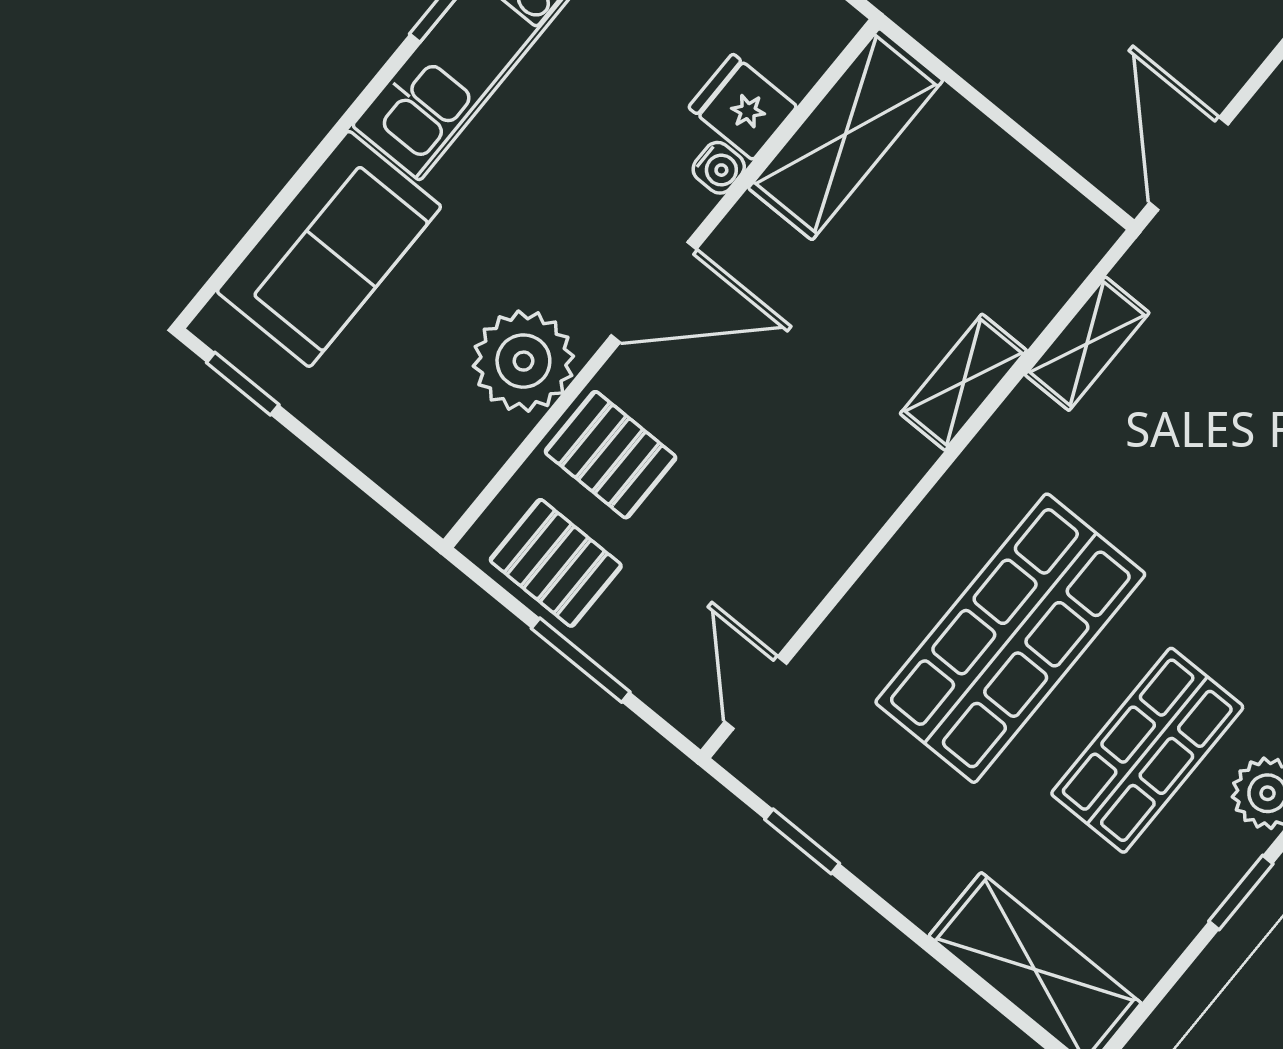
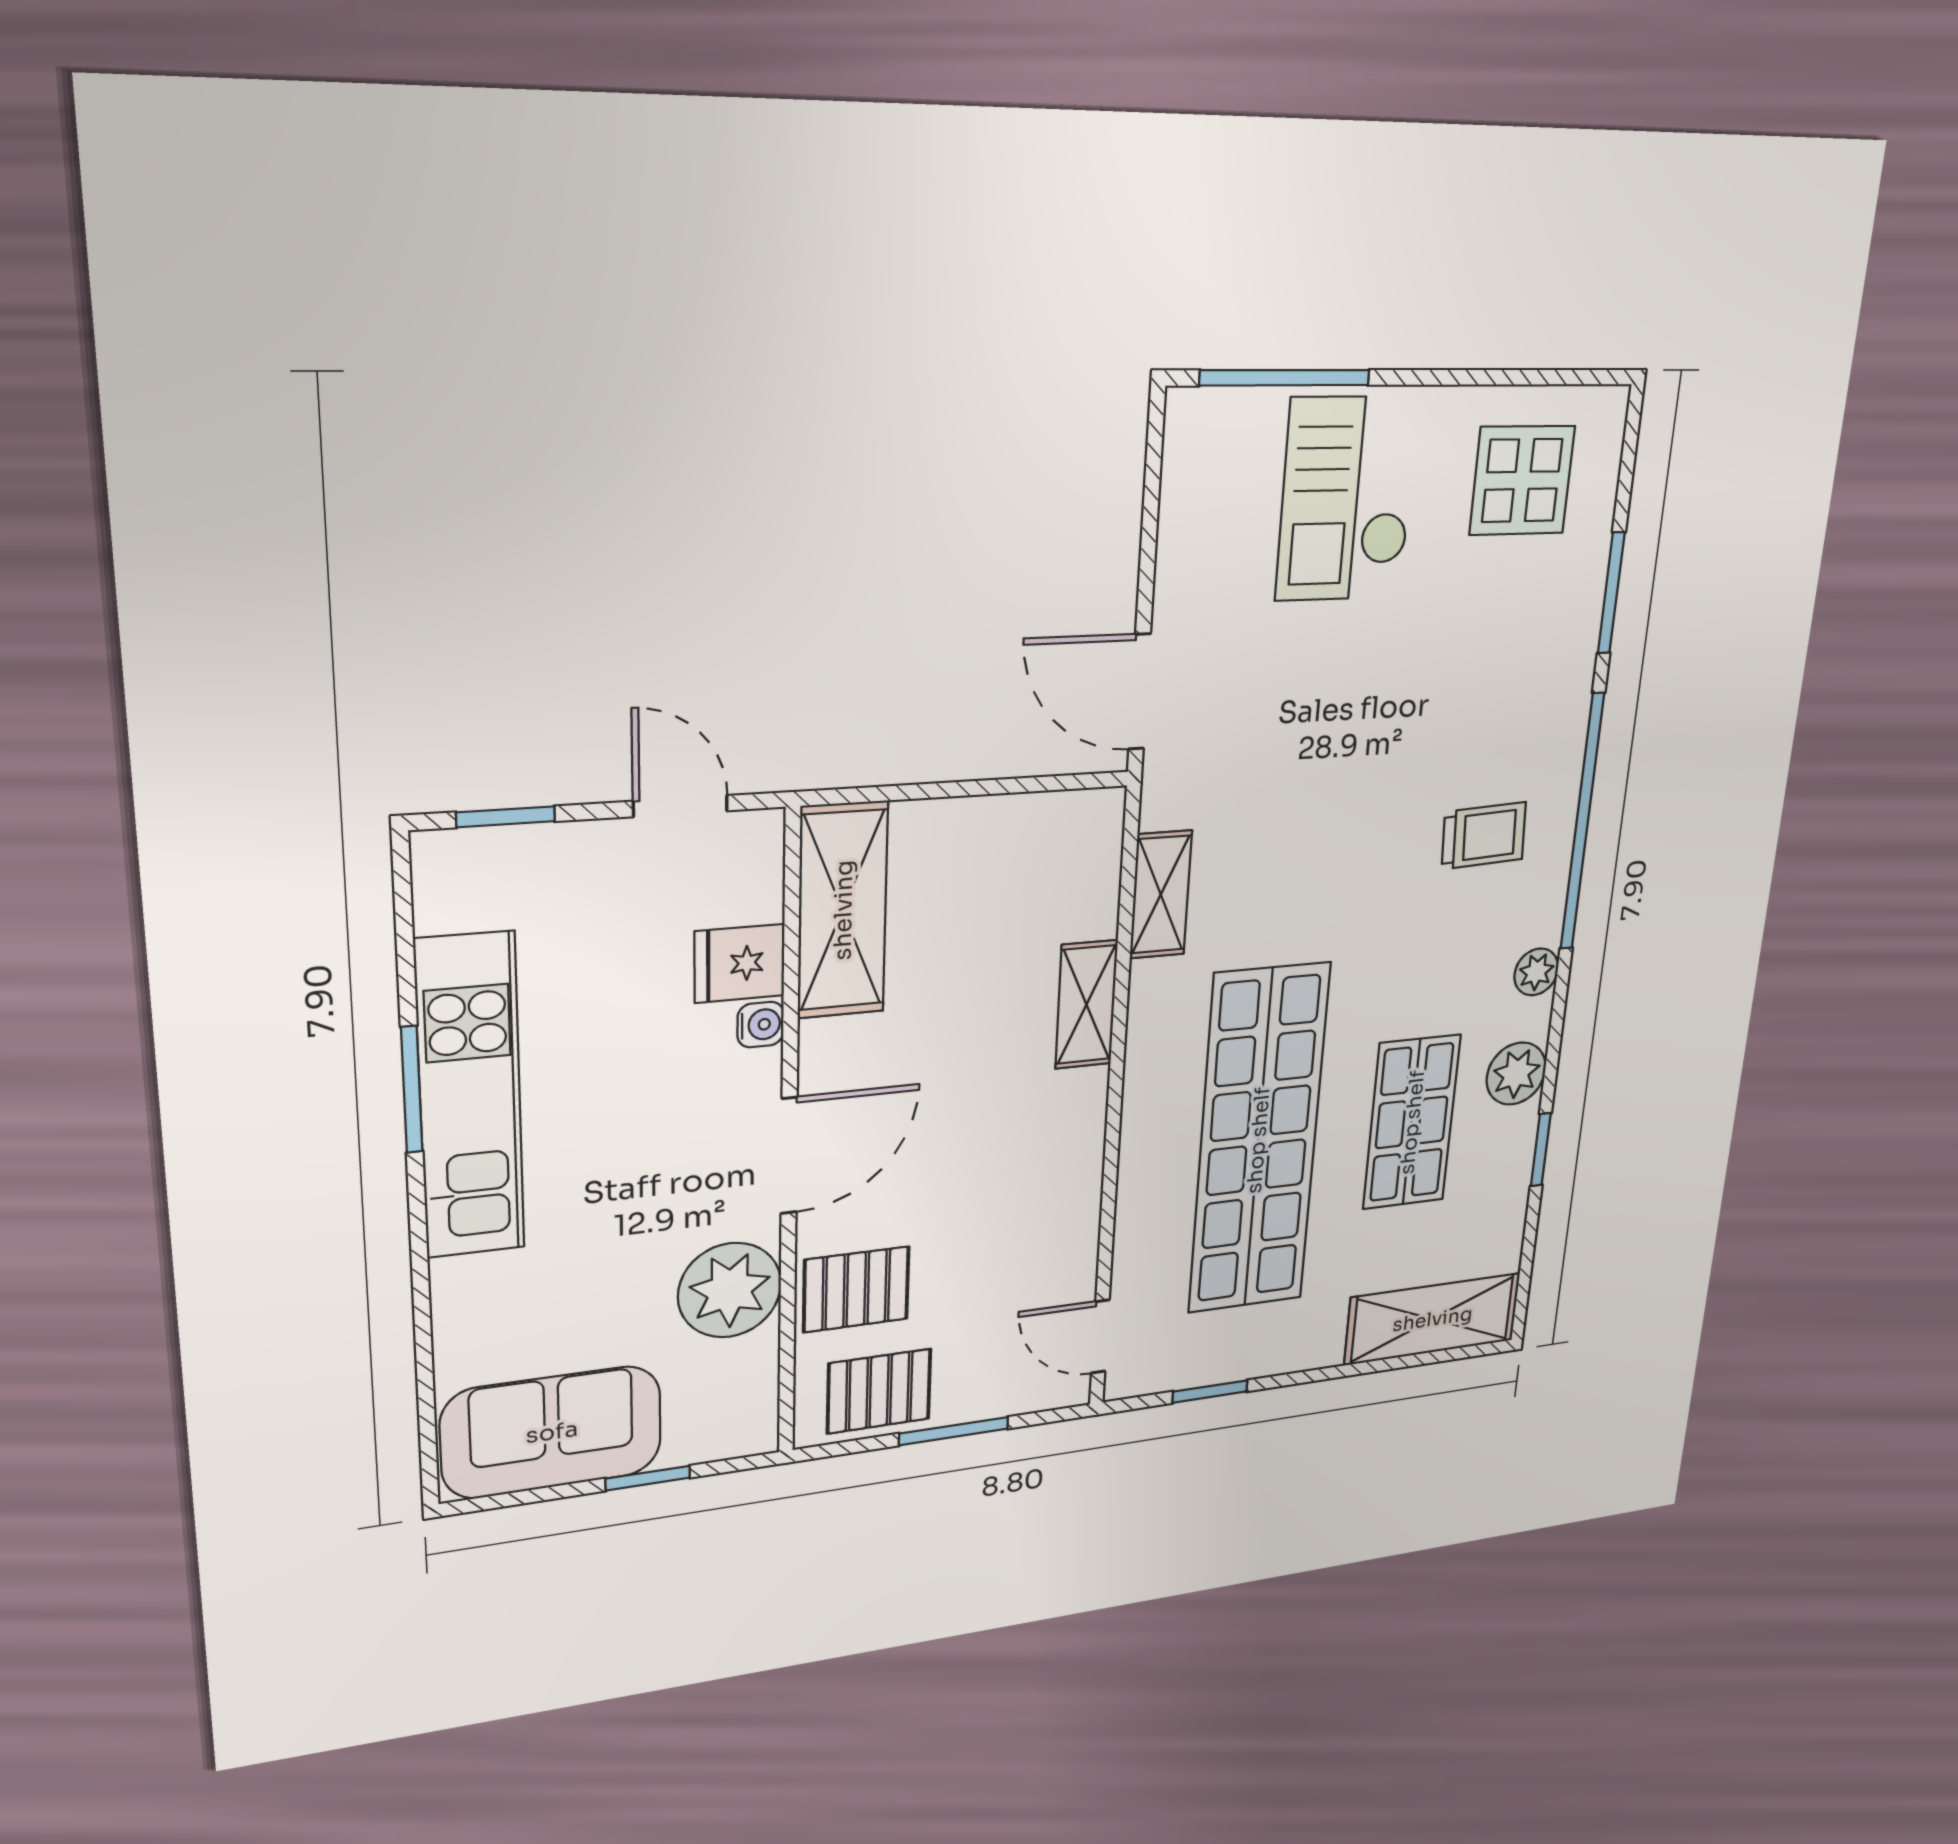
sofa: (329, 249) -> (552, 1432), moved, turned -90
window: (243, 384) -> (648, 1478), moved
shop shelf: (1010, 638) -> (1258, 1140), width x1.40

